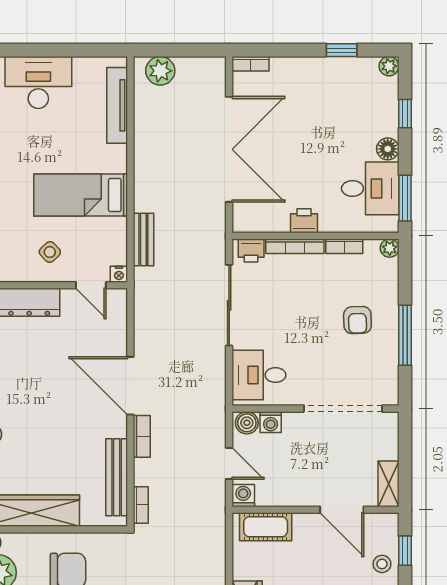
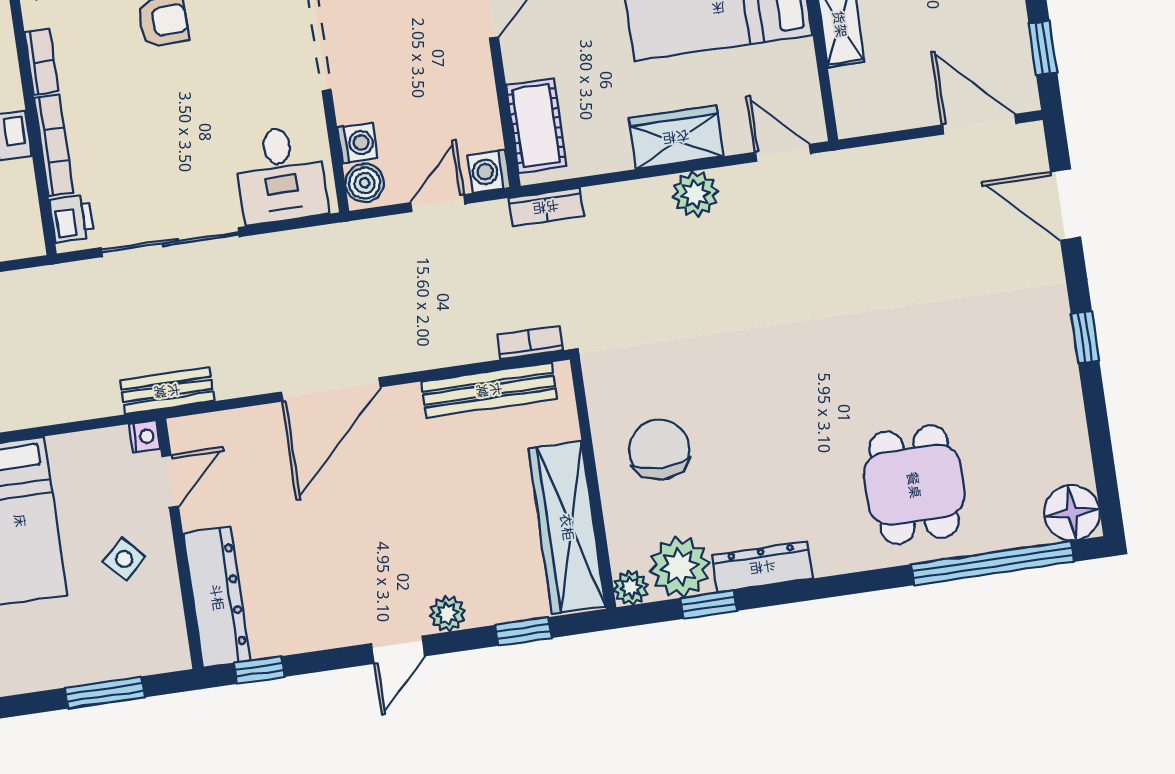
bench: (143, 239) -> (167, 391), moved
bookcase: (142, 436) -> (546, 207), moved, turned 180

